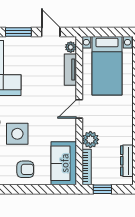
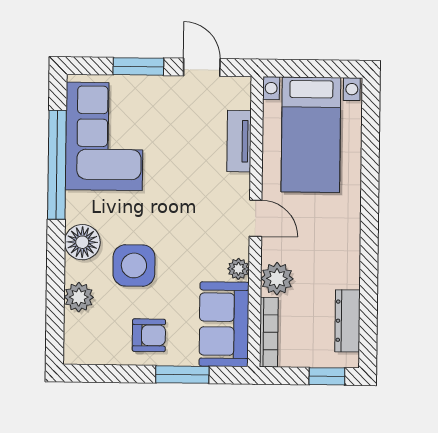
plant: (71, 47) -> (238, 269), moved
door: (79, 109) -> (256, 218), swing flipped
window: (43, 189) -> (182, 375), added
window: (102, 189) -> (327, 376), moved

